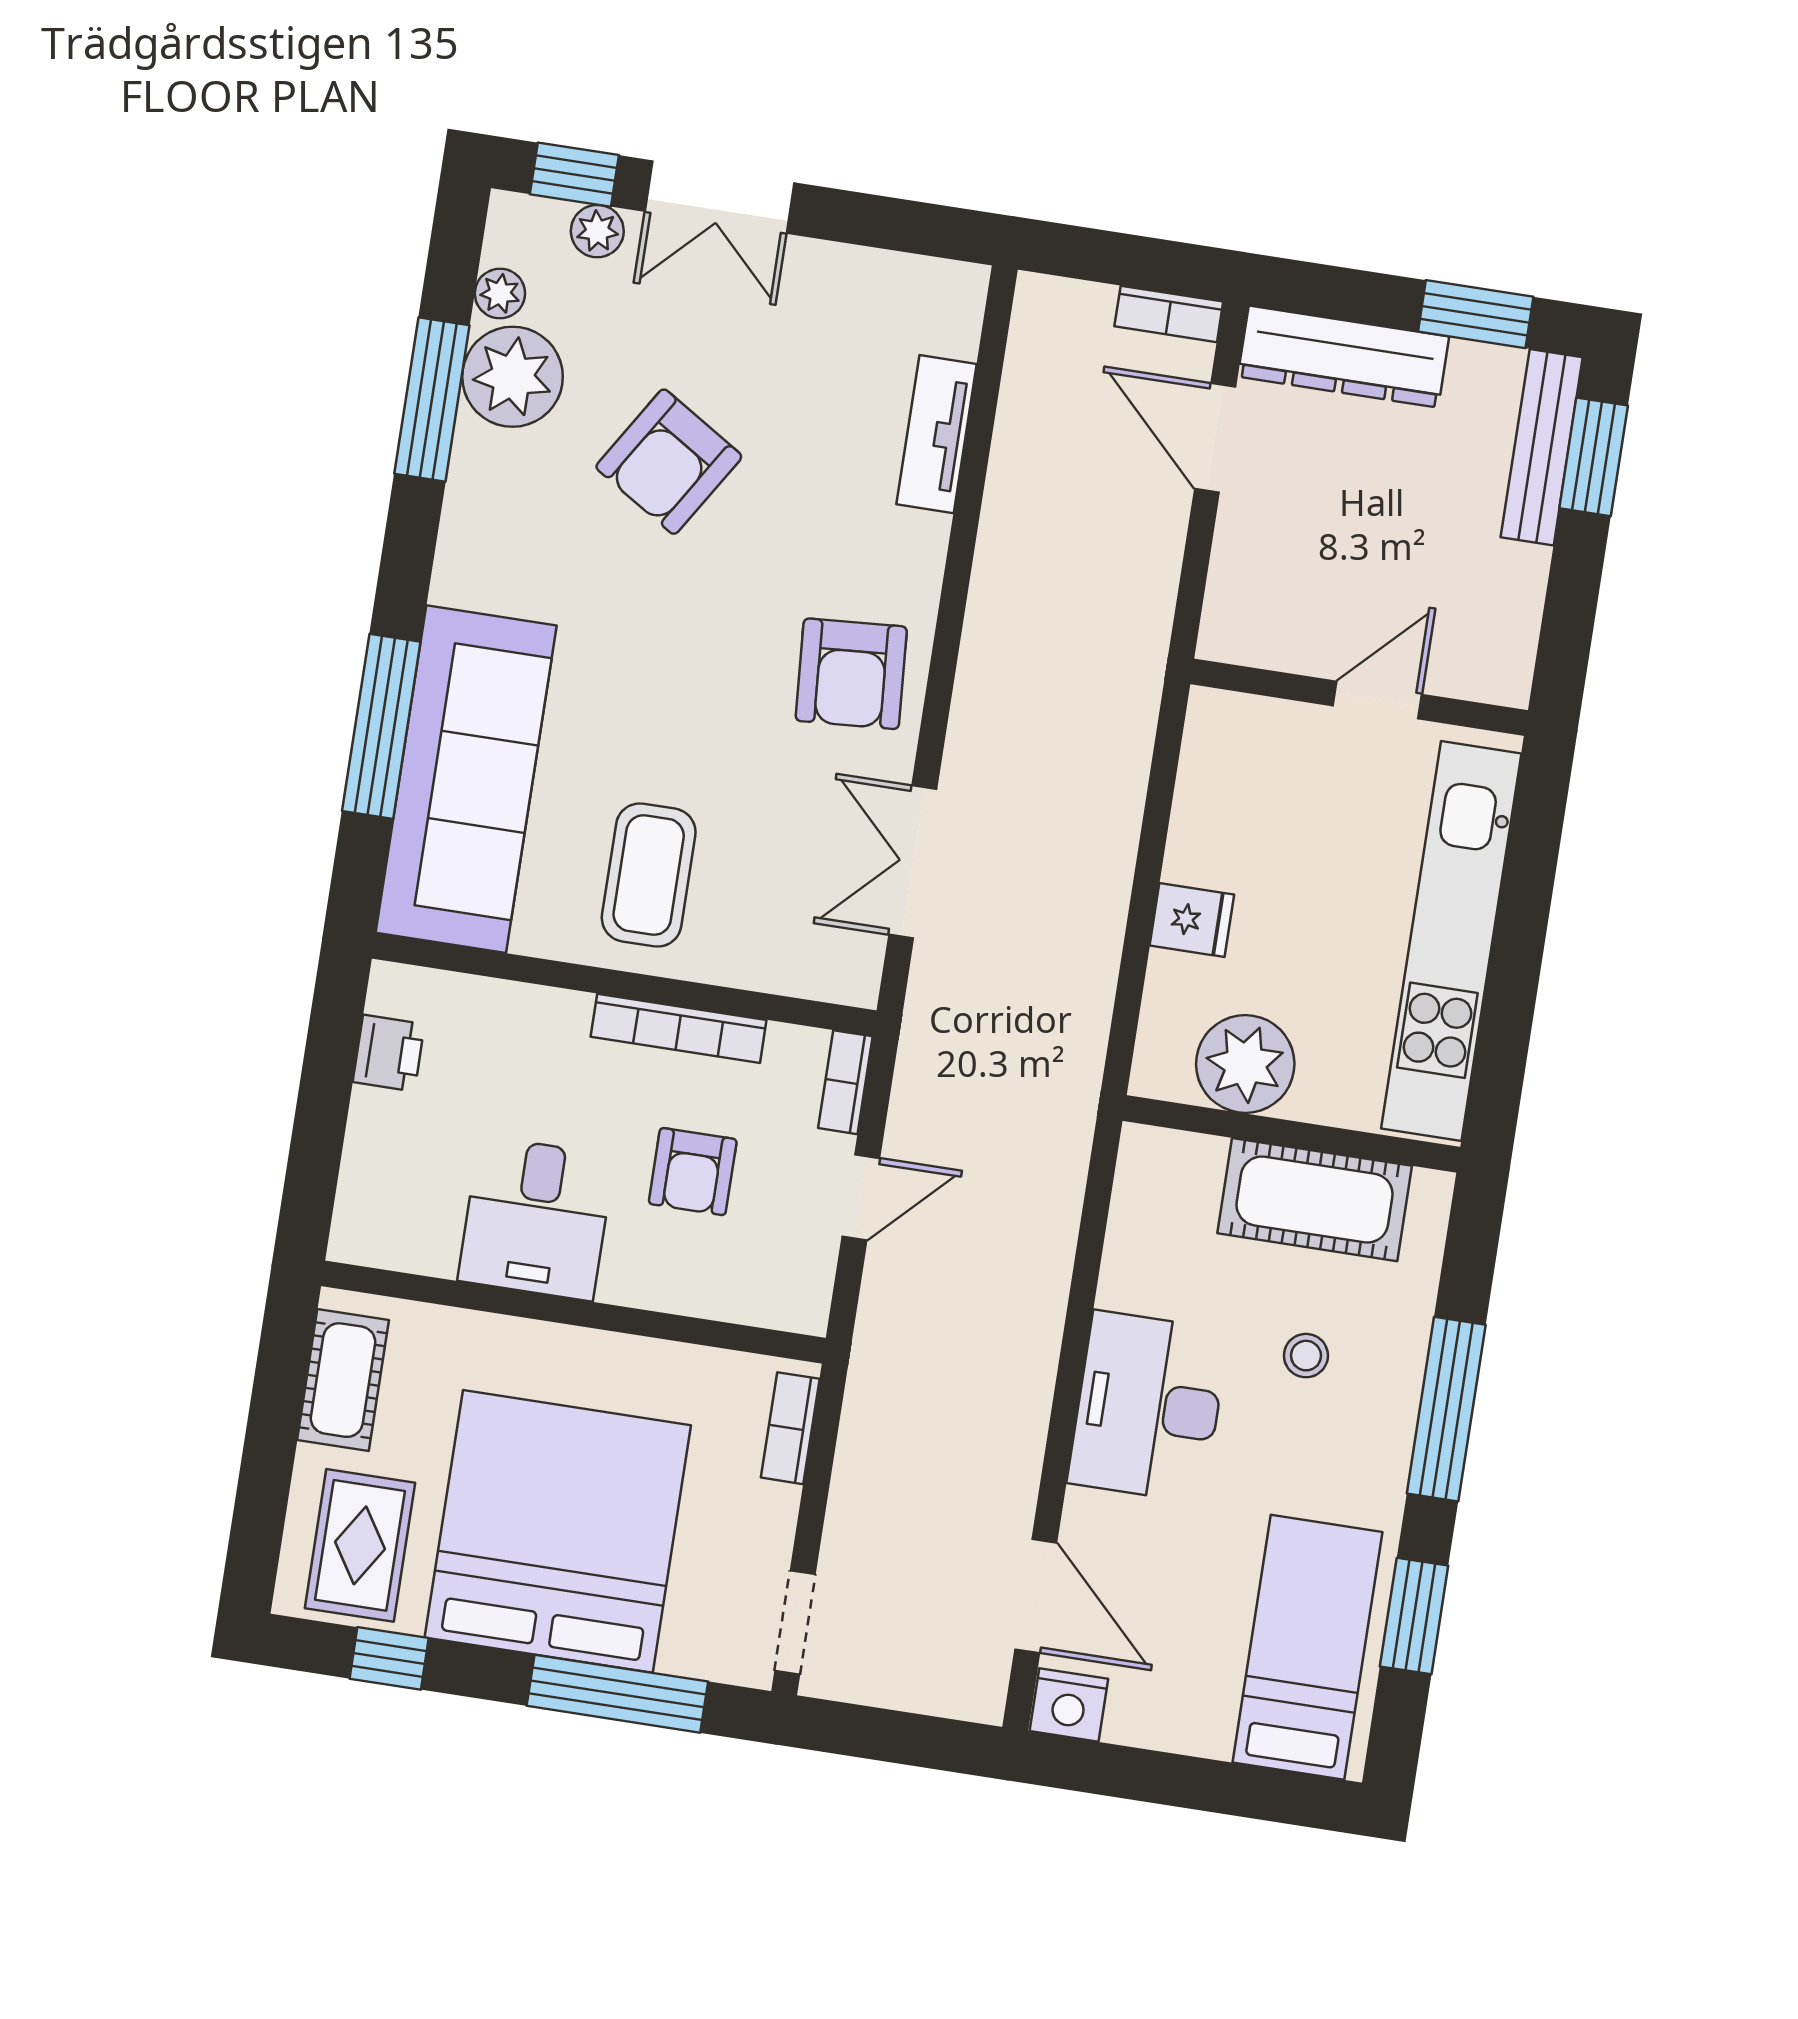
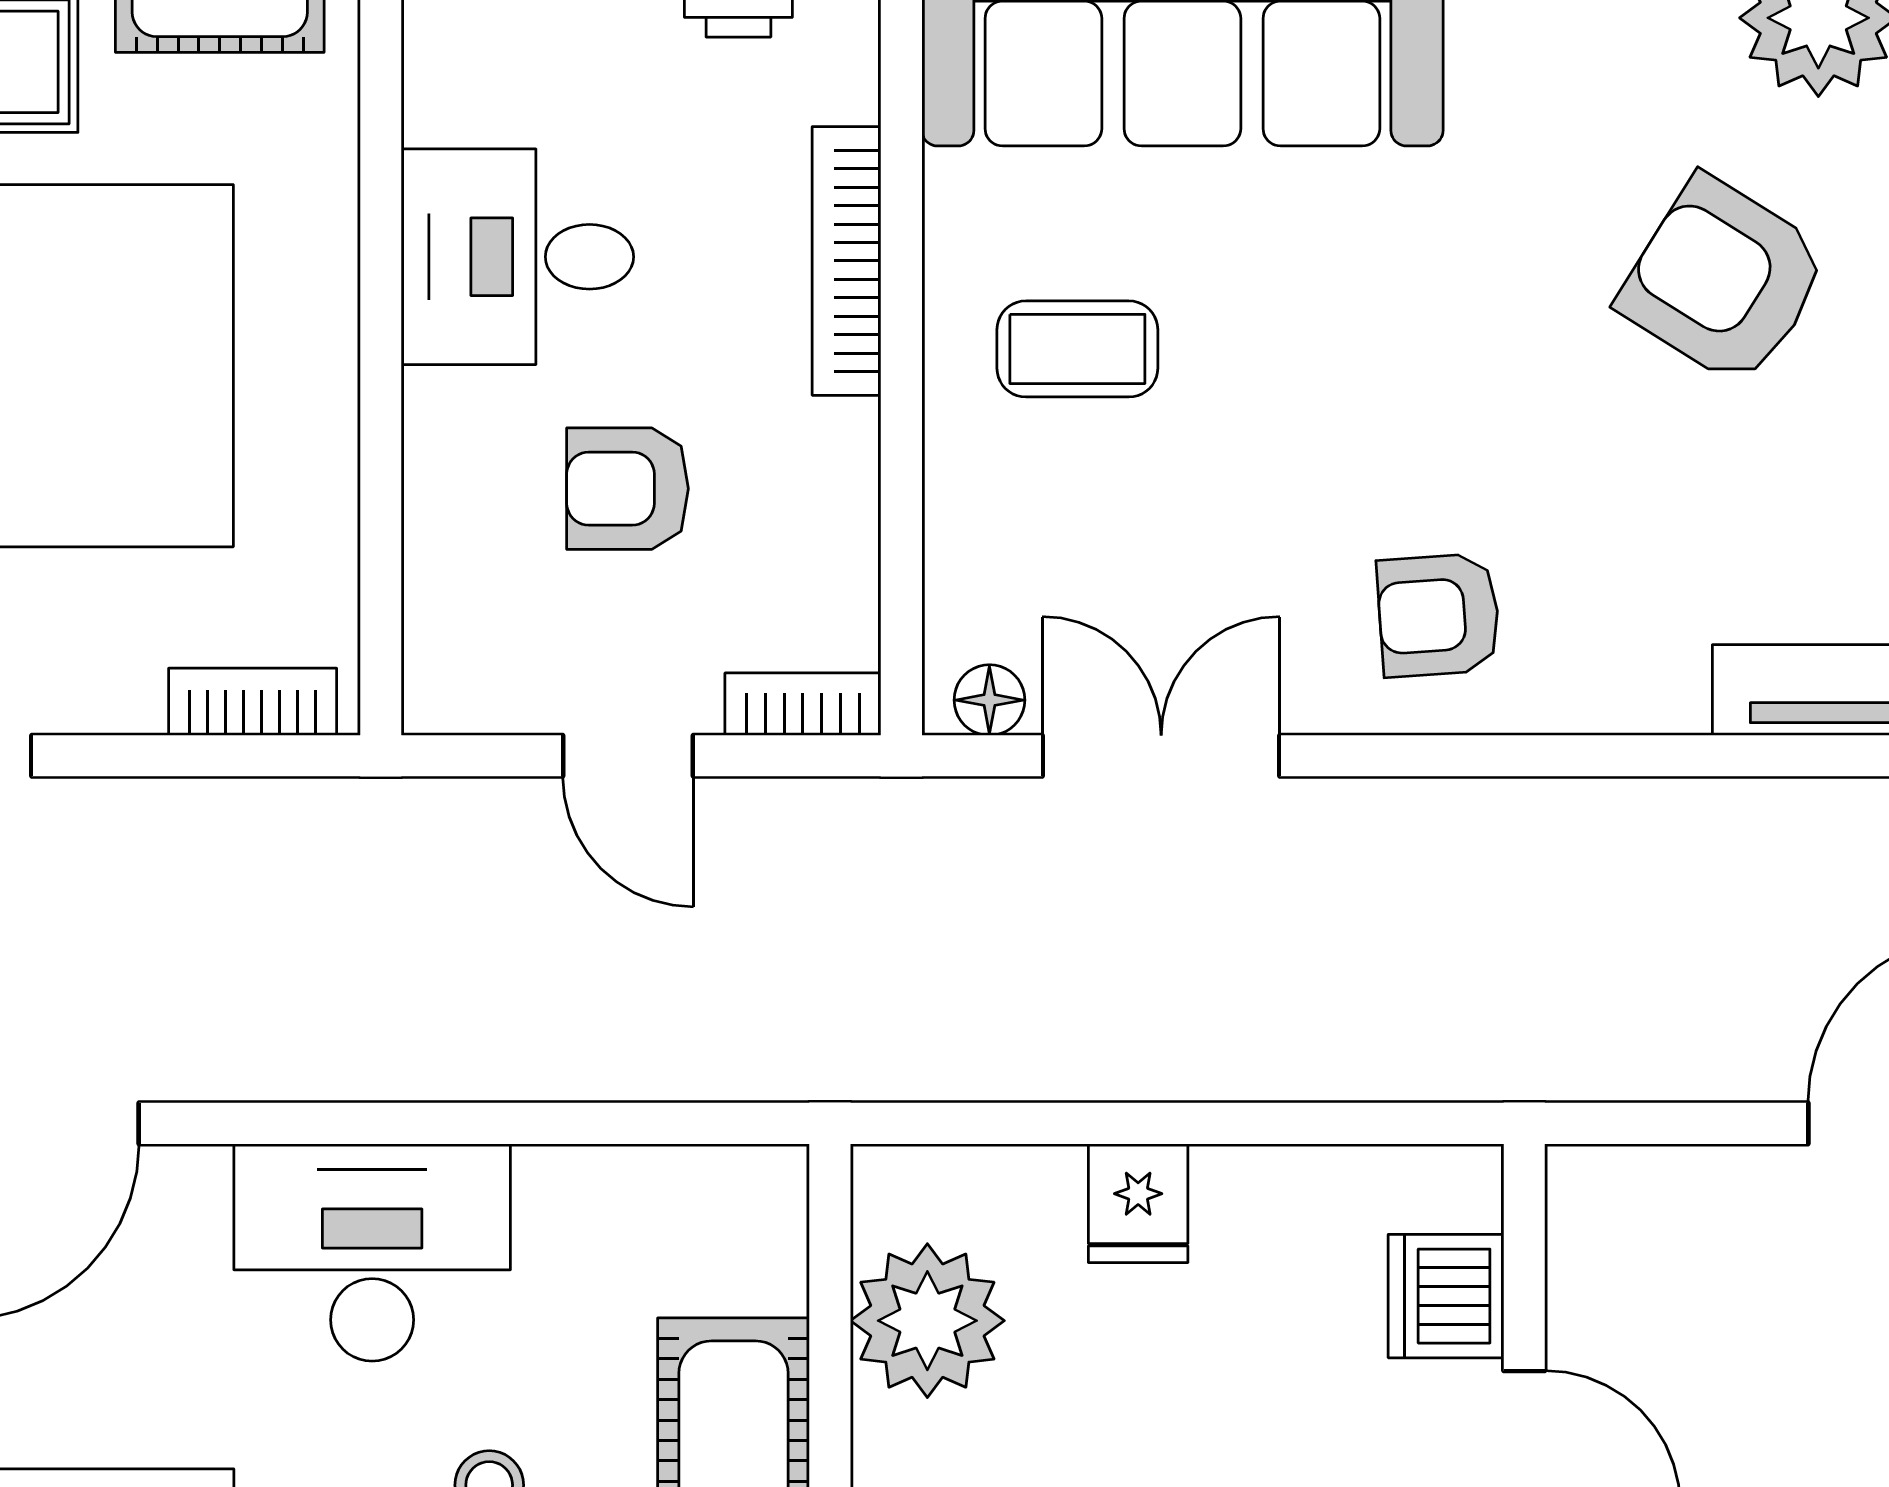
armchair: (851, 674) -> (1439, 615), width x0.72, depth x0.72
dishwasher: (1280, 735) -> (1446, 1296), added
coffee table: (649, 875) -> (1077, 349), width x0.73, depth x0.77
floor lamp: (861, 964) -> (989, 700), added
bookcase: (679, 1028) -> (847, 261), moved

